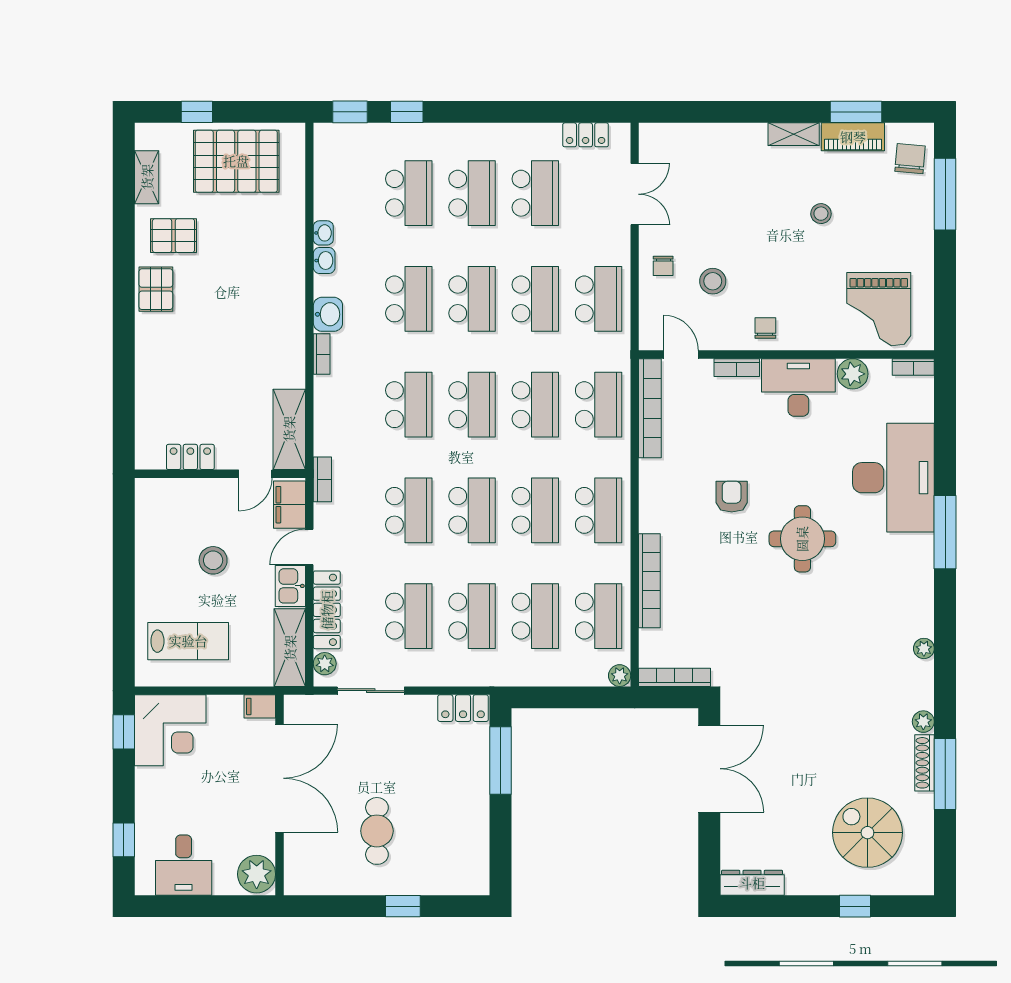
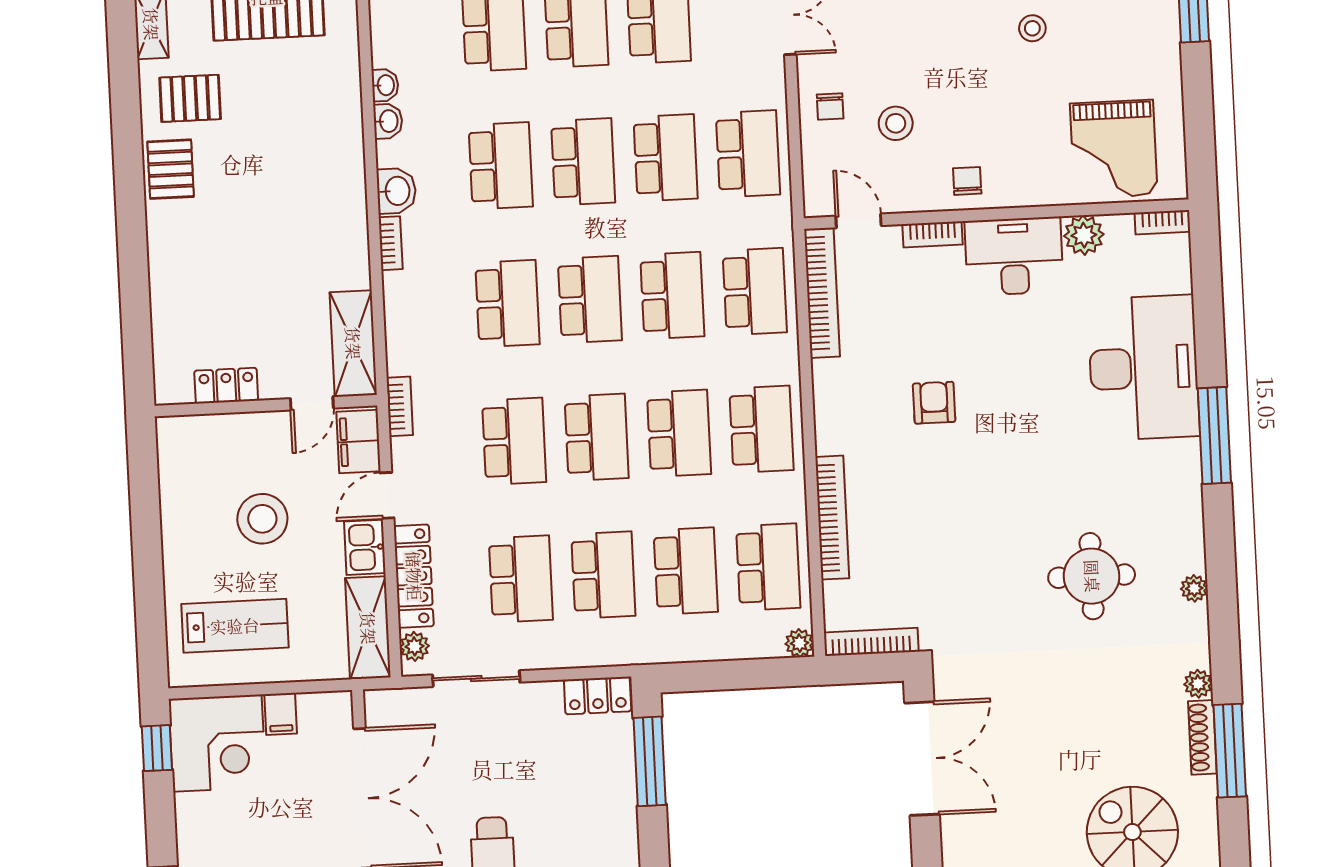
round table: (802, 539) -> (1092, 576), moved
stool: (213, 560) -> (262, 519), width x1.38, depth x1.38
filing cabinet: (260, 706) -> (281, 714), moved, turned -90

